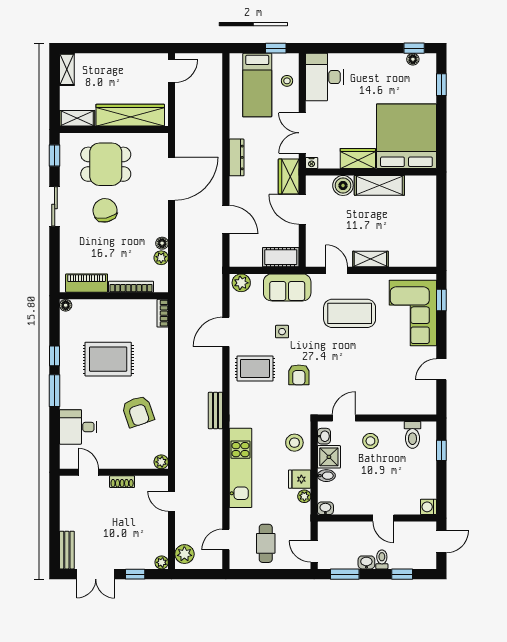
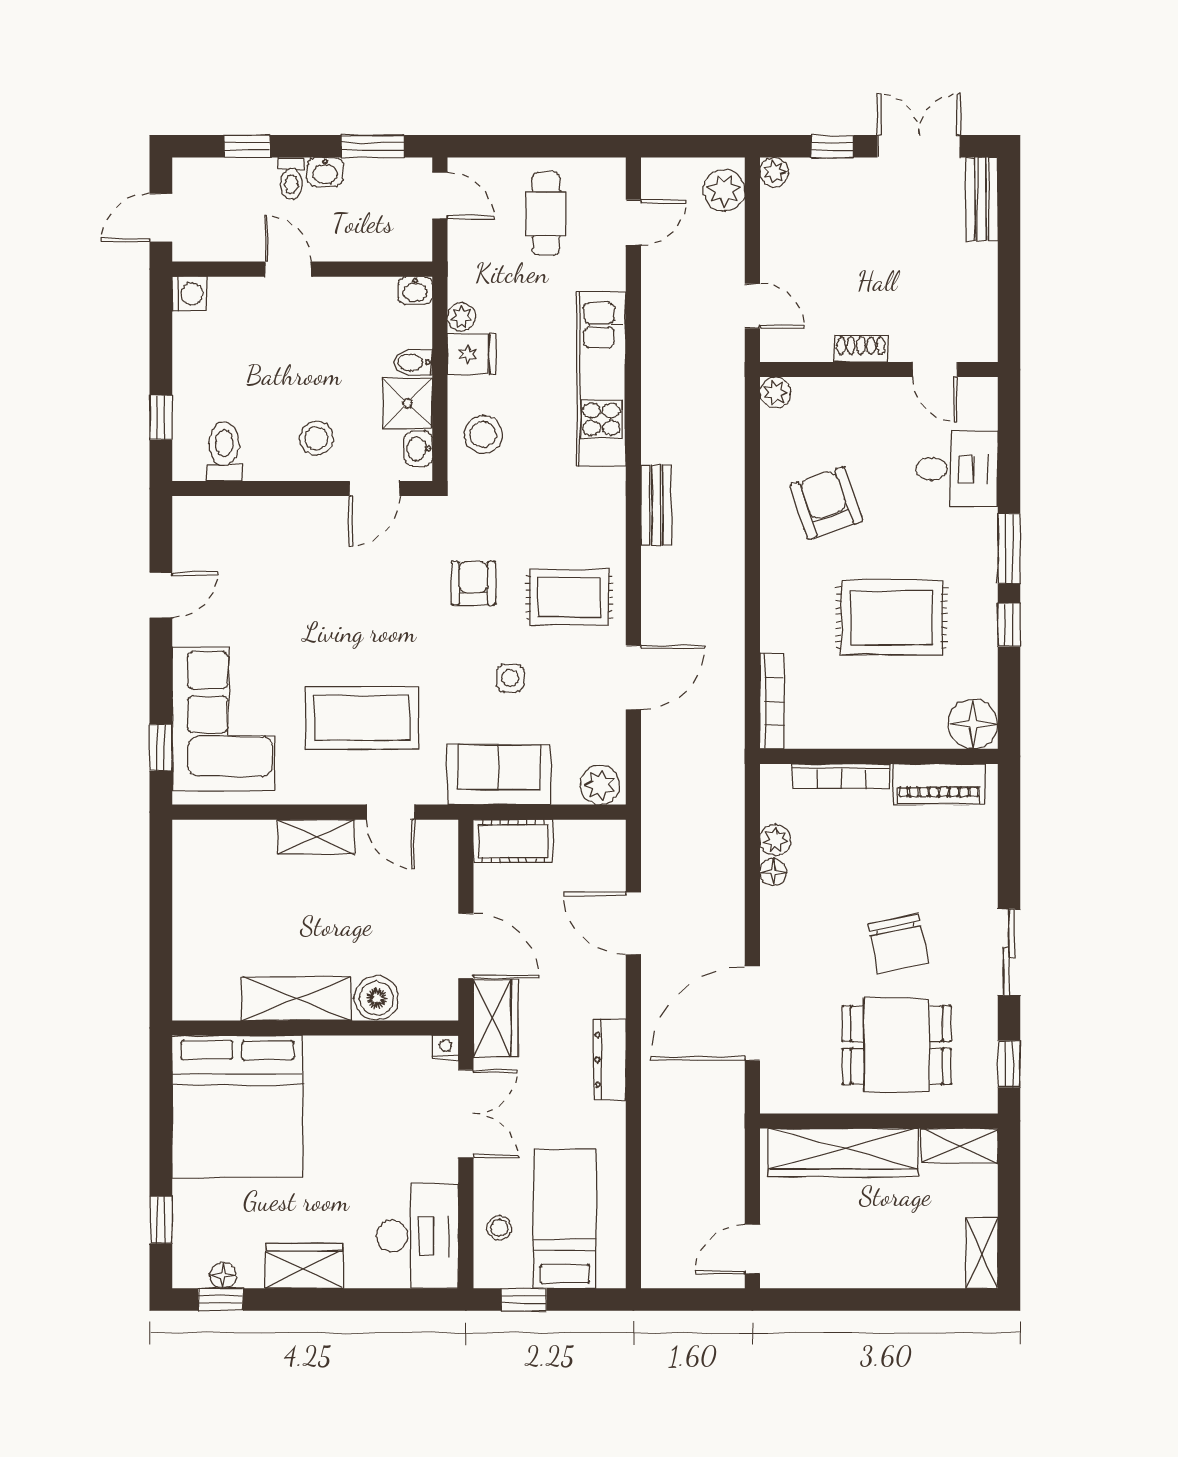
wardrobe: (358, 158) -> (304, 1266), moved, turned 180
floor lamp: (66, 305) -> (973, 724), width x1.89, depth x1.89
bookcase: (163, 313) -> (772, 701), width x1.56

